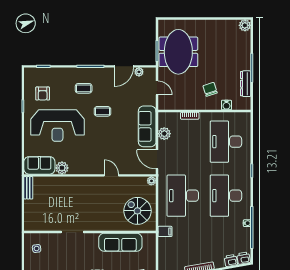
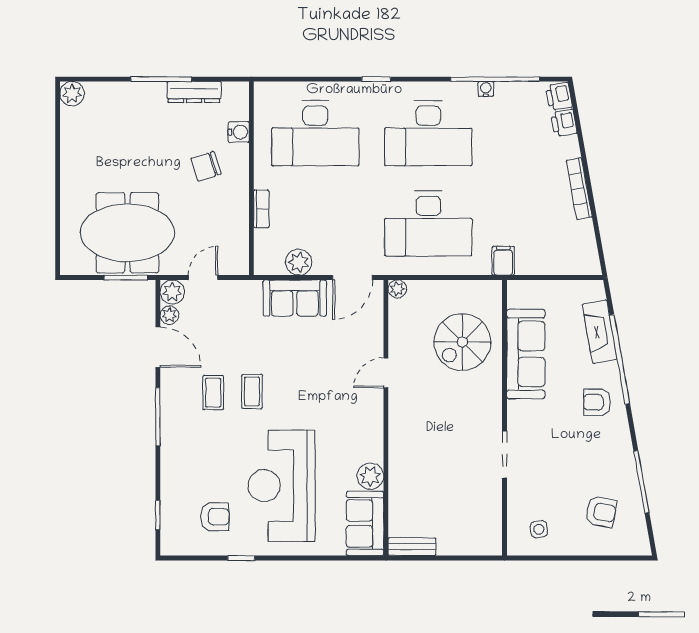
plant: (150, 73) -> (172, 292), added
coffee table: (84, 88) -> (213, 392), moved
reception desk: (57, 125) -> (282, 486), turned 180
sofa: (147, 126) -> (295, 298), width x0.73
spiral stairs: (137, 211) -> (462, 342), moved

